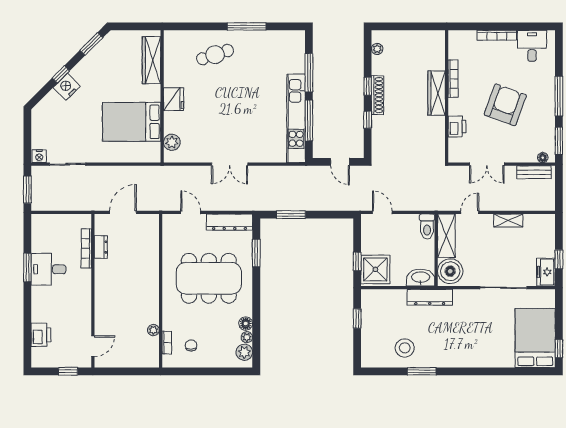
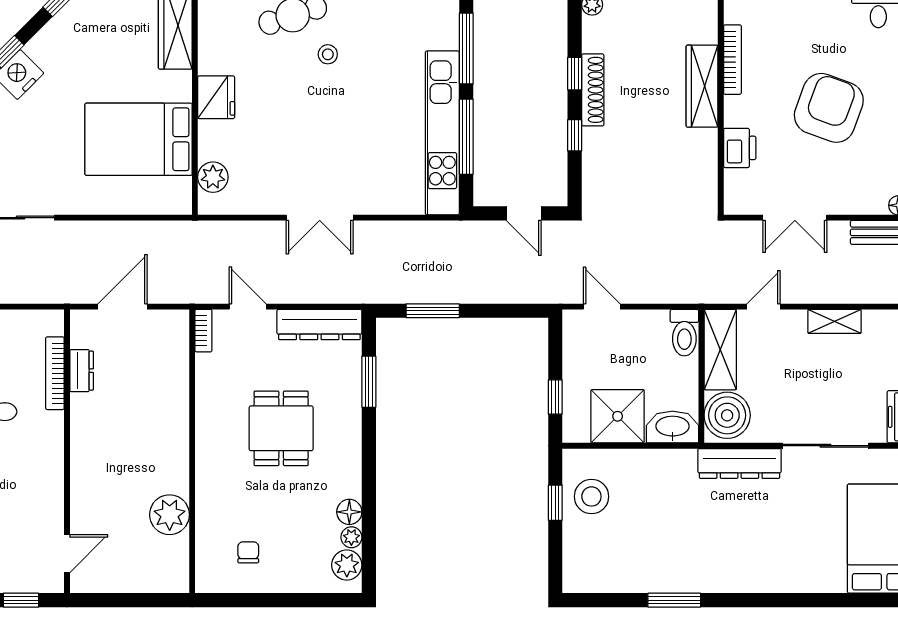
stool: (234, 76) -> (328, 54), added
shower: (375, 269) -> (618, 416), moved
dining table: (209, 278) -> (281, 428), width x0.53, depth x0.80
dresser: (430, 297) -> (739, 463), moved
plant: (153, 330) -> (170, 515), width x1.87, depth x1.87
bookcase: (167, 343) -> (203, 331), moved
stool: (405, 348) -> (591, 496), moved

